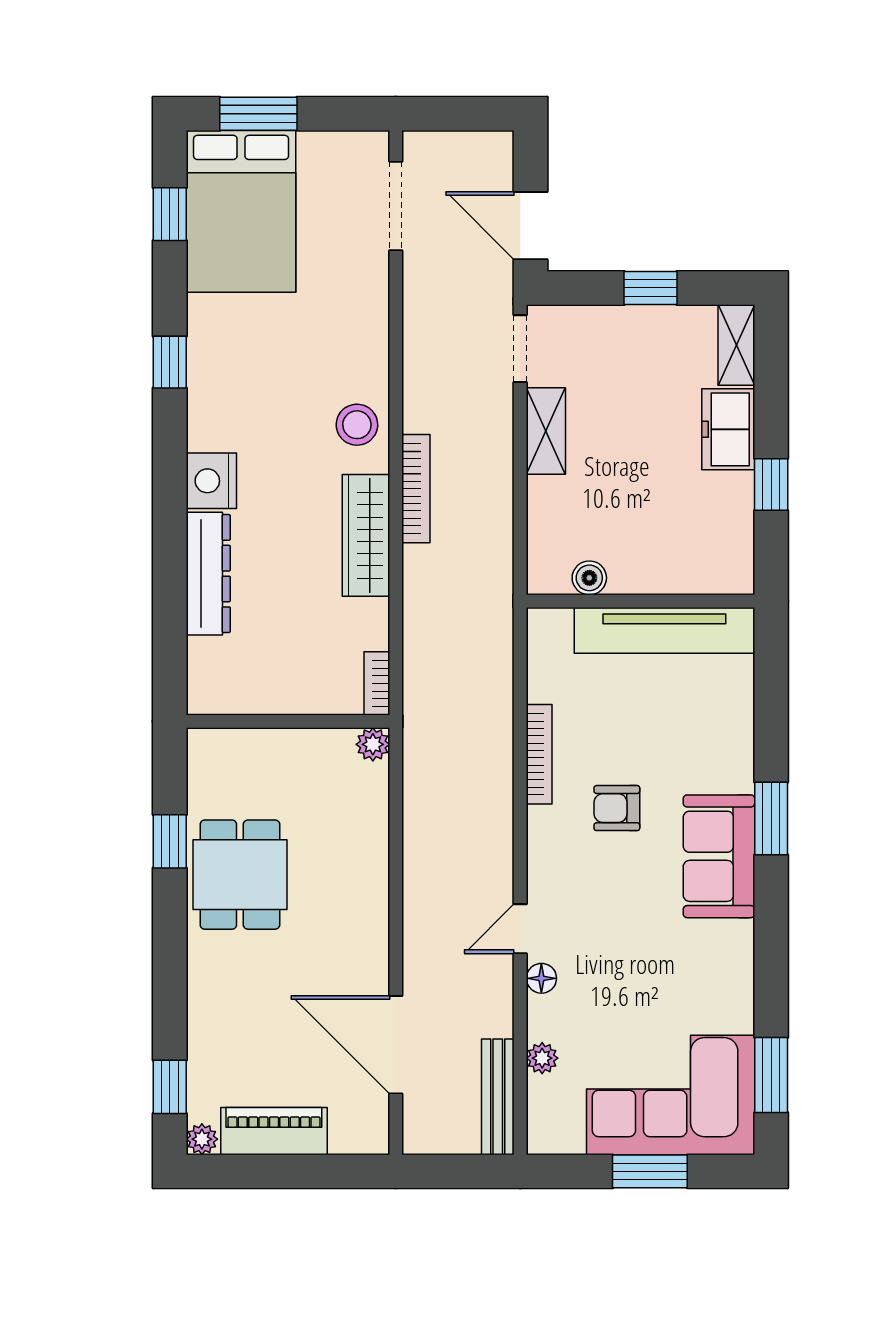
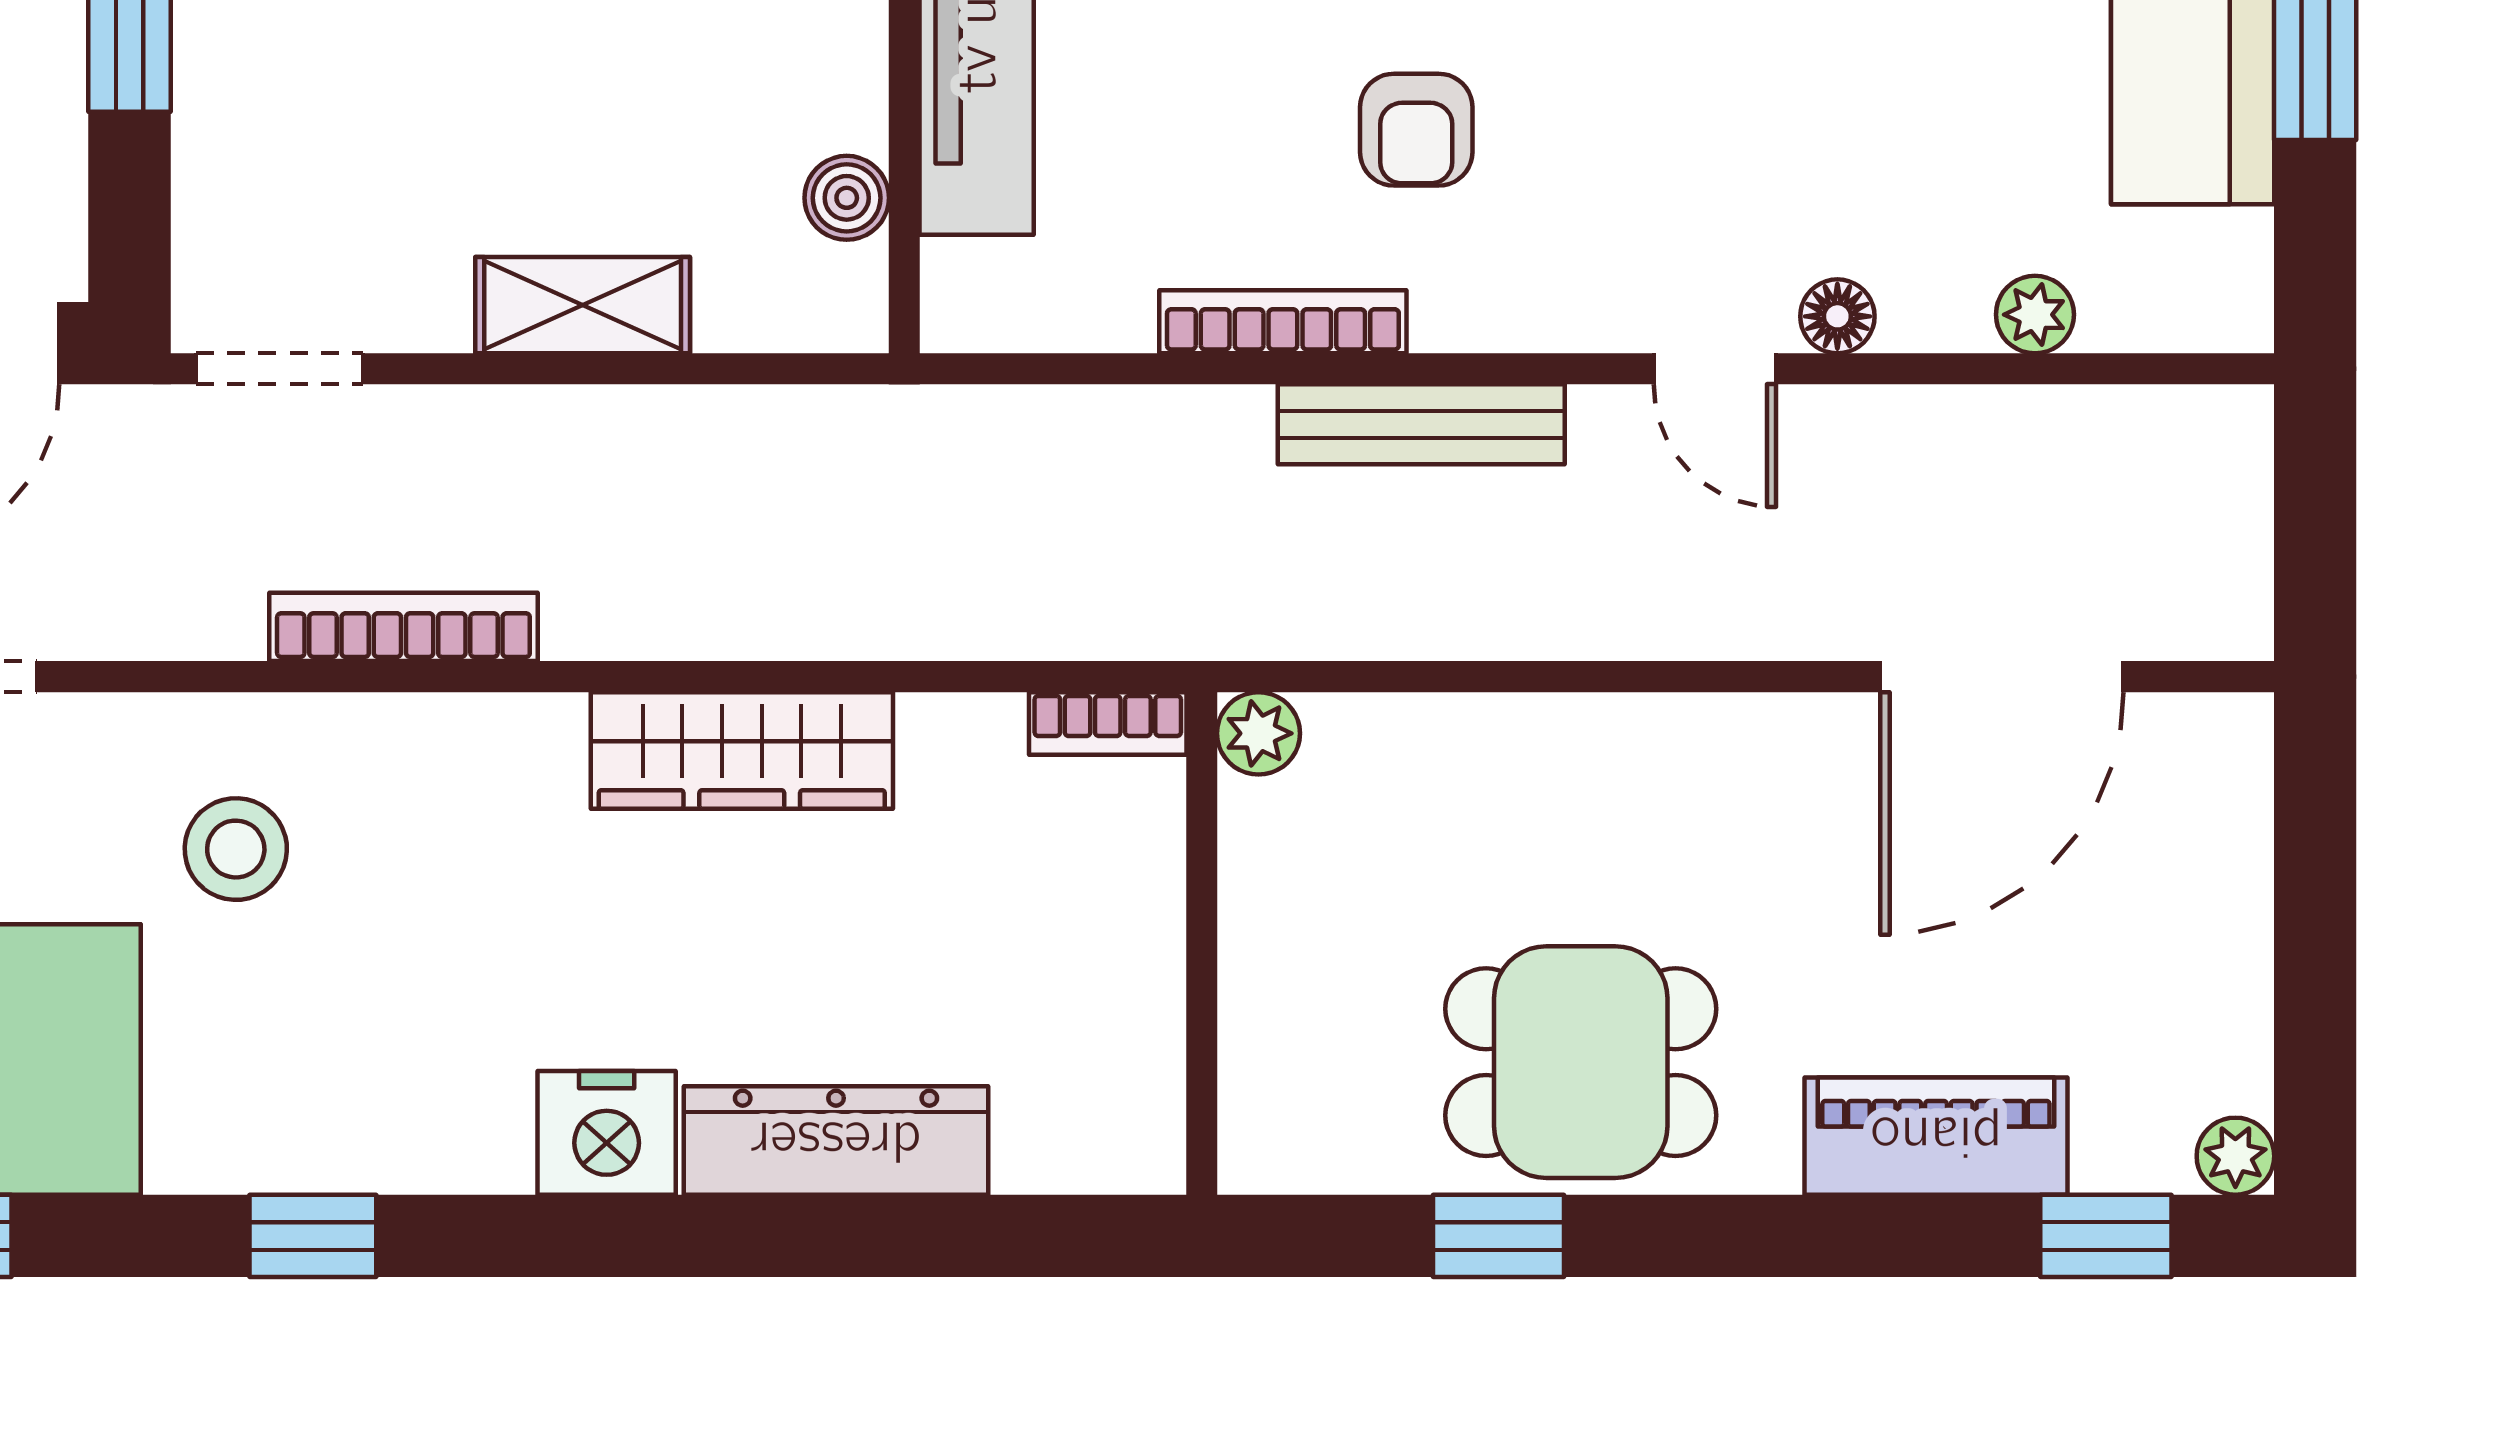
stool: (357, 425) -> (236, 849), moved
shelving: (546, 431) -> (583, 305), moved
bookcase: (416, 489) -> (403, 627), moved
bench: (498, 1097) -> (1421, 424), moved
piano: (274, 1131) -> (1936, 1136), moved, turned 90

